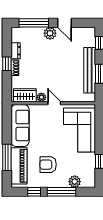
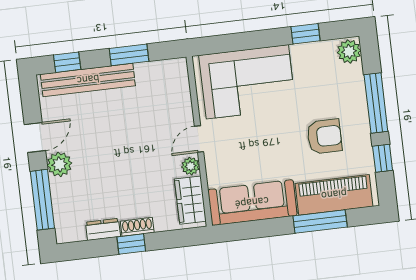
bench: (90, 70) -> (88, 80), moved
armchair: (48, 165) -> (324, 136), turned -90
plant: (75, 182) -> (349, 51), moved

